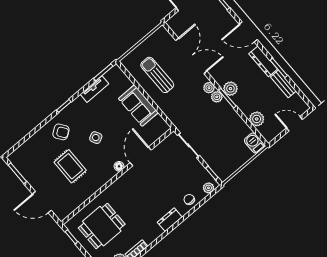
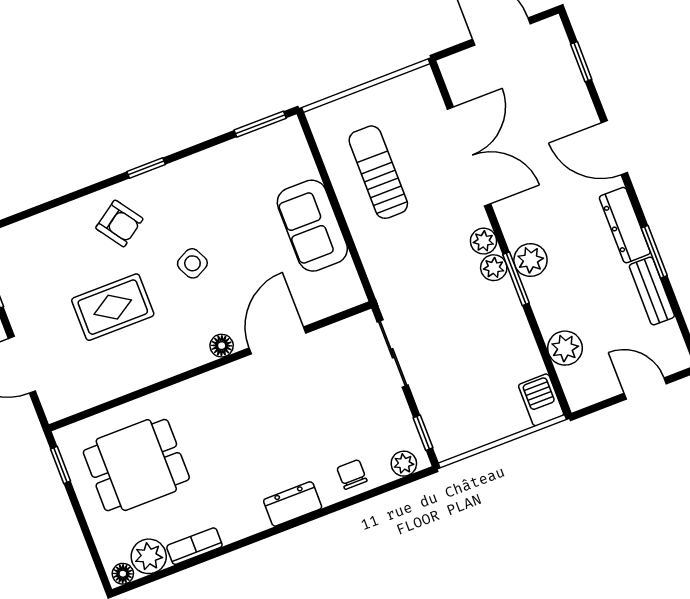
tv unit: (94, 89) -> (227, 155), removed
rug: (70, 166) -> (113, 307), turned 90

